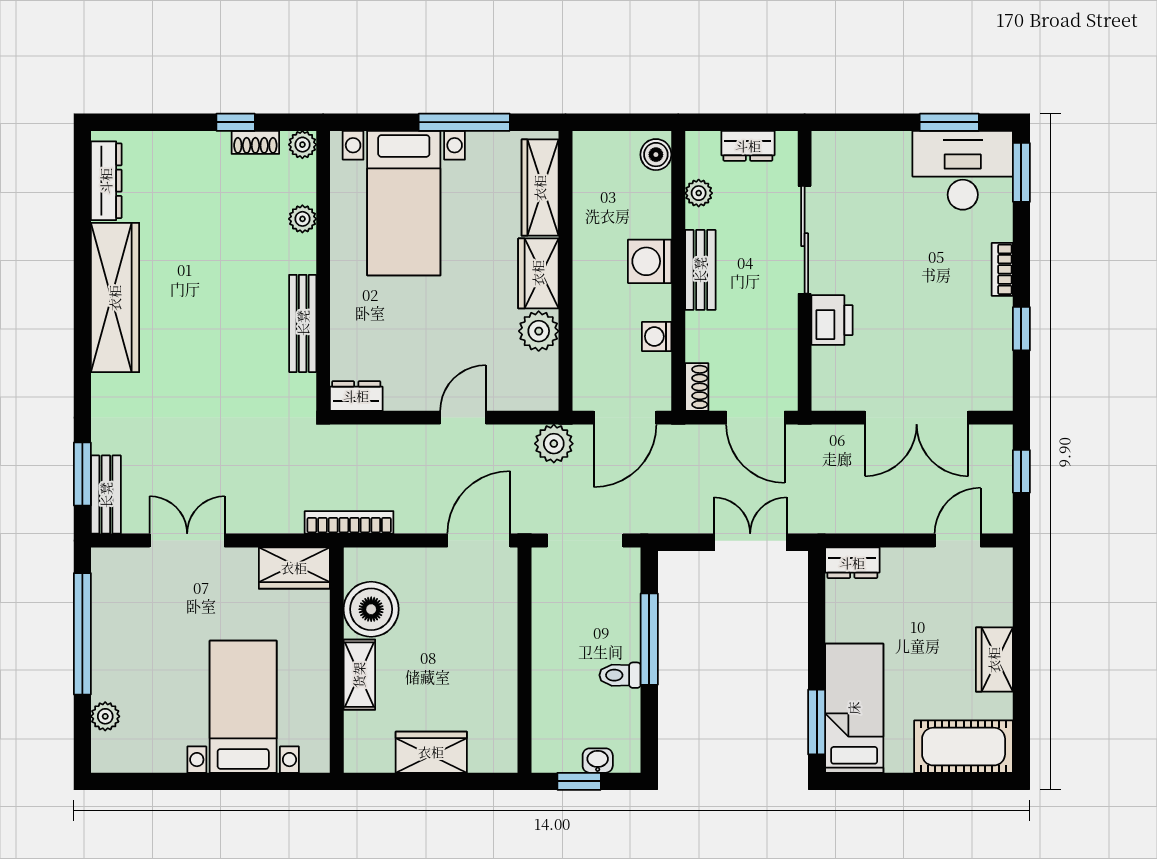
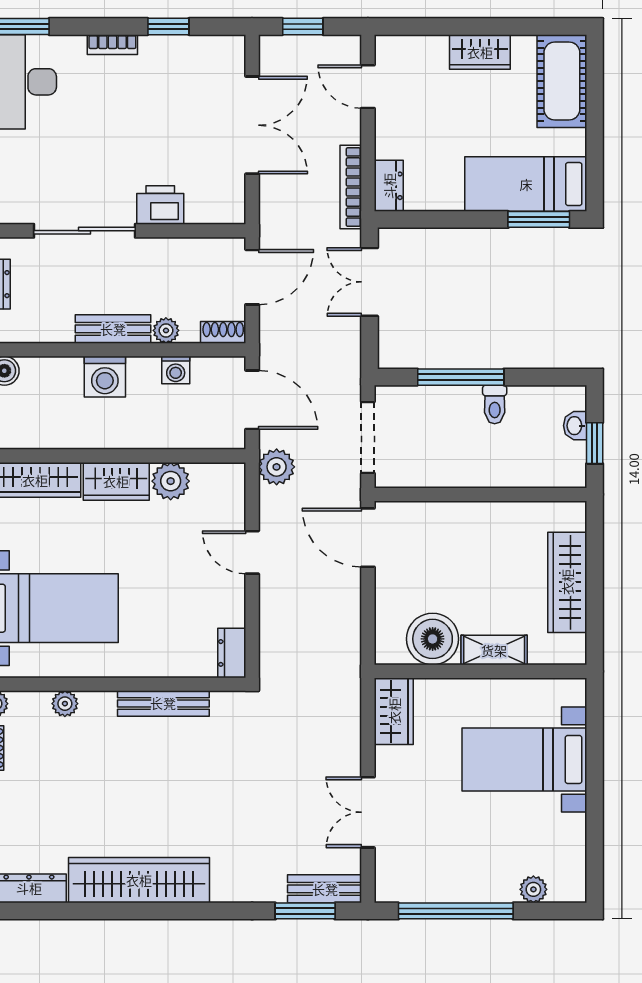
plant: (699, 193) -> (166, 330), moved
bookcase: (349, 522) -> (351, 187), moved
wardrobe: (431, 752) -> (567, 582), width x1.50

